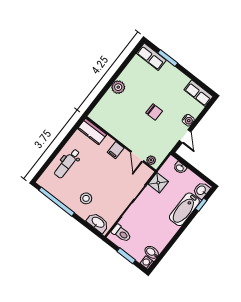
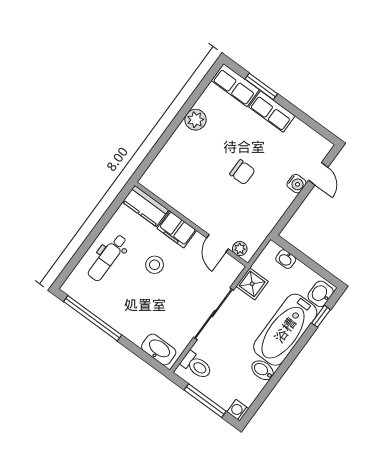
plant: (118, 87) -> (196, 120), moved
row of seats: (199, 93) -> (272, 111), moved
door: (185, 136) -> (318, 174), moved
filing cabinet: (116, 150) -> (177, 229), width x2.00
stool: (86, 198) -> (155, 265), moved
bathtub: (184, 209) -> (285, 330), width x1.36, depth x1.36
bidet: (152, 252) -> (262, 370), moved
window: (126, 256) -> (205, 401), width x1.44

